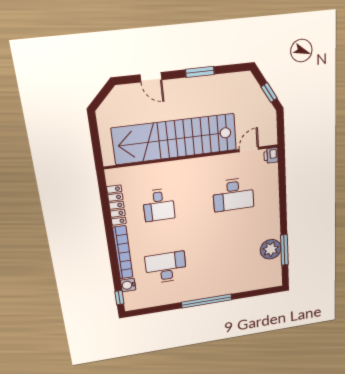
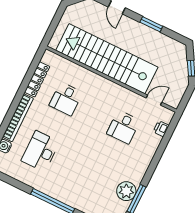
printer: (271, 155) -> (161, 129), moved
desk: (233, 195) -> (123, 127), width x0.73
desk: (166, 267) -> (40, 151), turned -90

